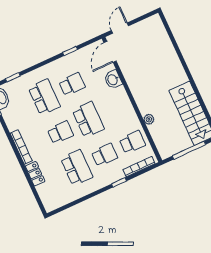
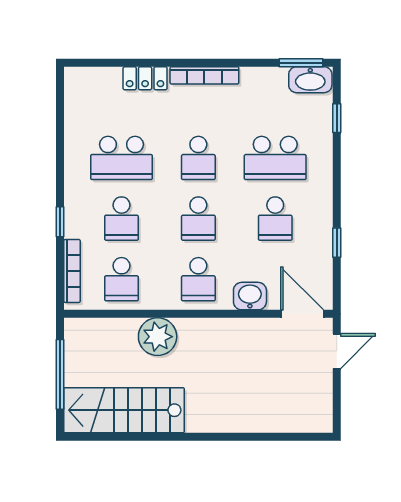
door: (120, 28) -> (337, 351), hinge flipped
school desk: (116, 107) -> (198, 279), added
plant: (149, 119) -> (158, 337), width x1.88, depth x1.88
school desk: (88, 120) -> (198, 219), width x0.54

